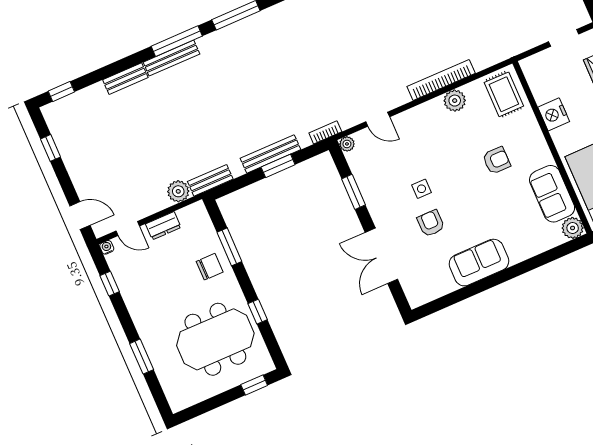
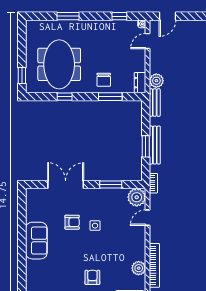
plant: (347, 144) -> (137, 197), width x1.87, depth x1.87
armchair: (496, 160) -> (92, 277), turned 180
dresser: (163, 226) -> (140, 83), moved

